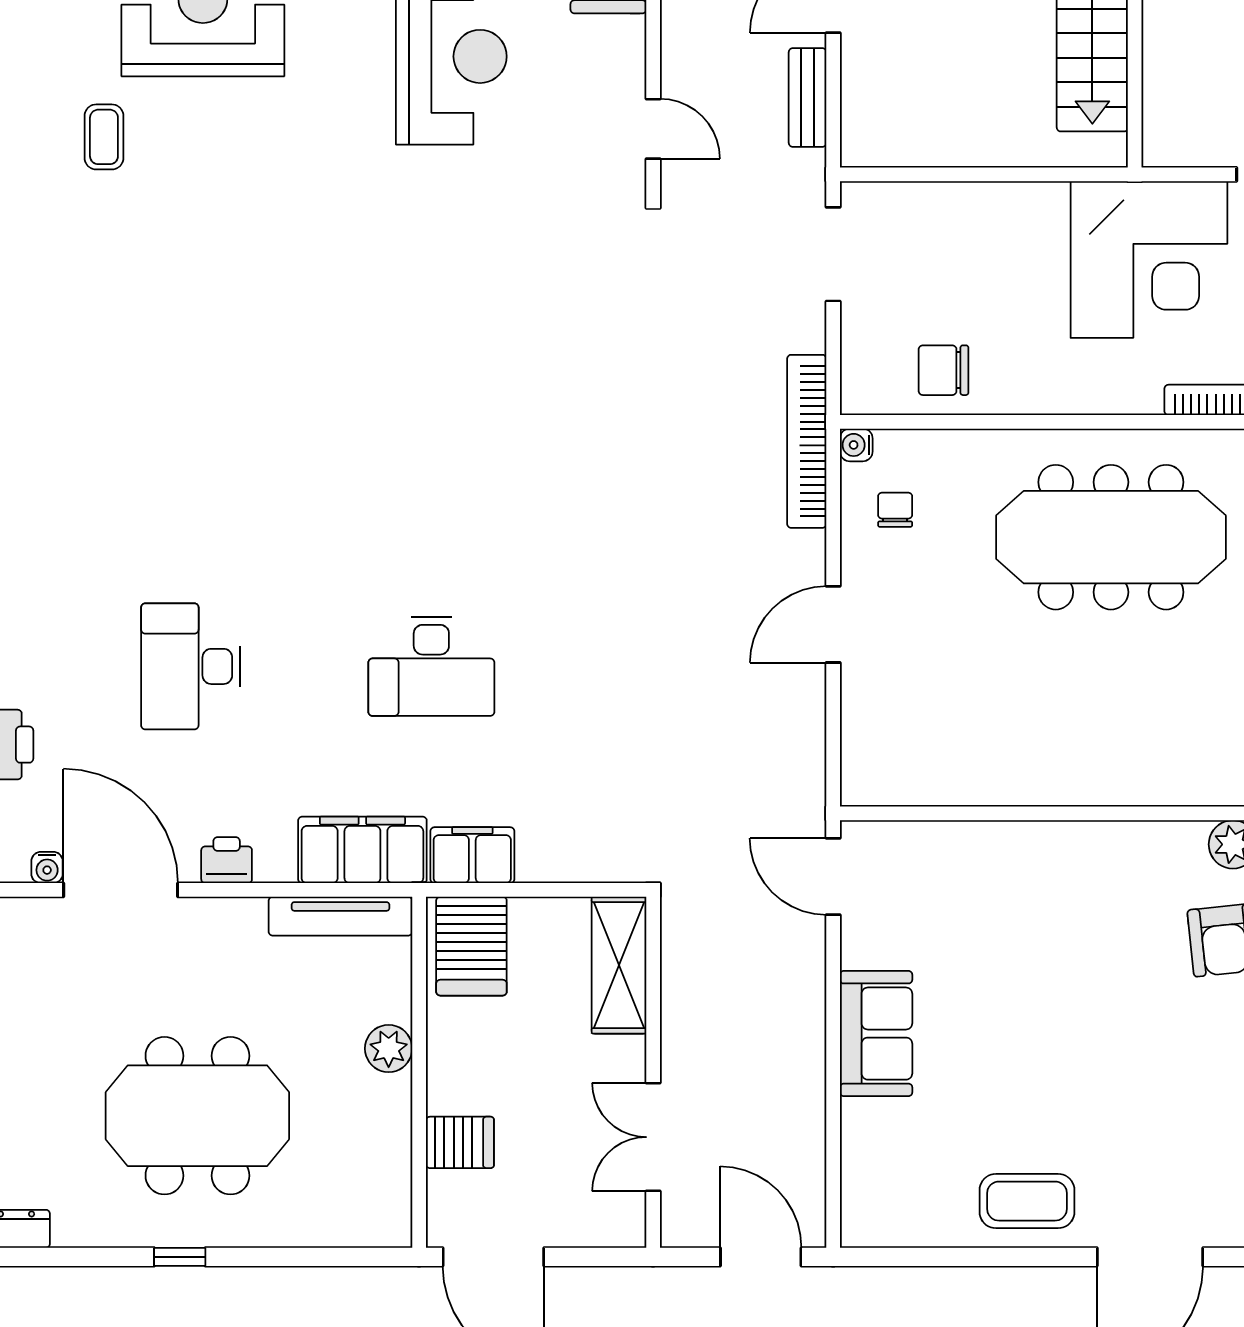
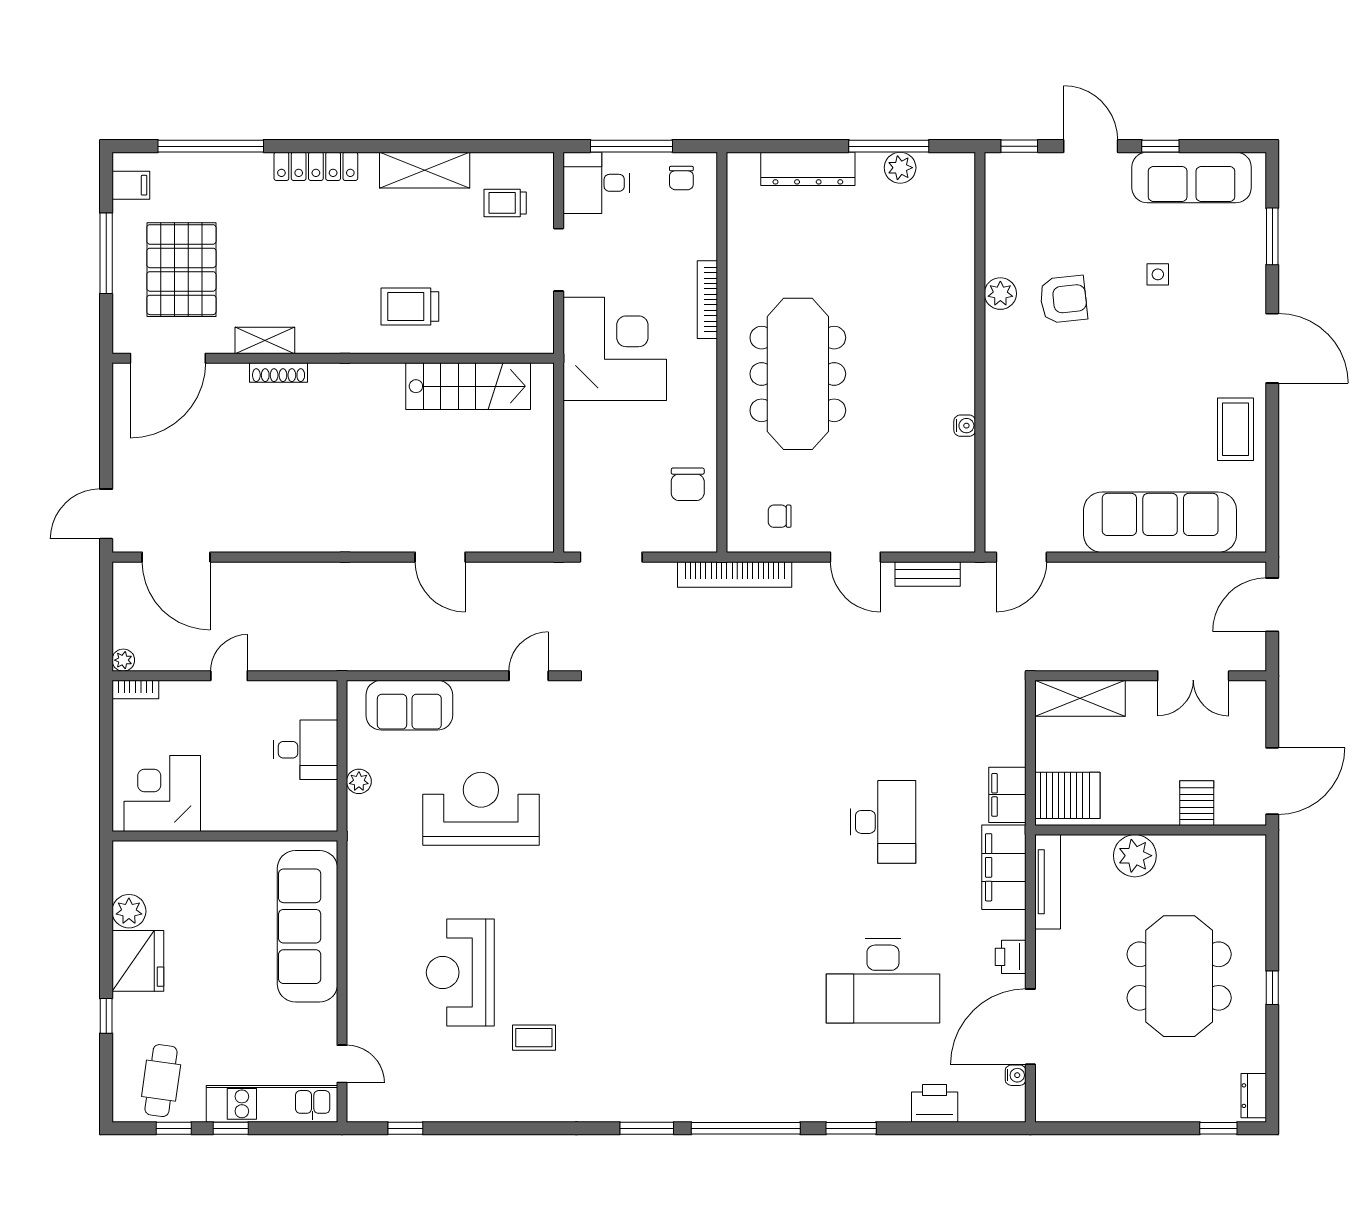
bench: (808, 98) -> (928, 574), moved
water cooler: (856, 445) -> (965, 426), moved, turned -90
desk: (191, 666) -> (883, 981), width x1.36, depth x1.30
sofa: (876, 1034) -> (1160, 522), width x1.85, depth x1.27
plant: (389, 1049) -> (1135, 856), width x1.36, depth x1.36

